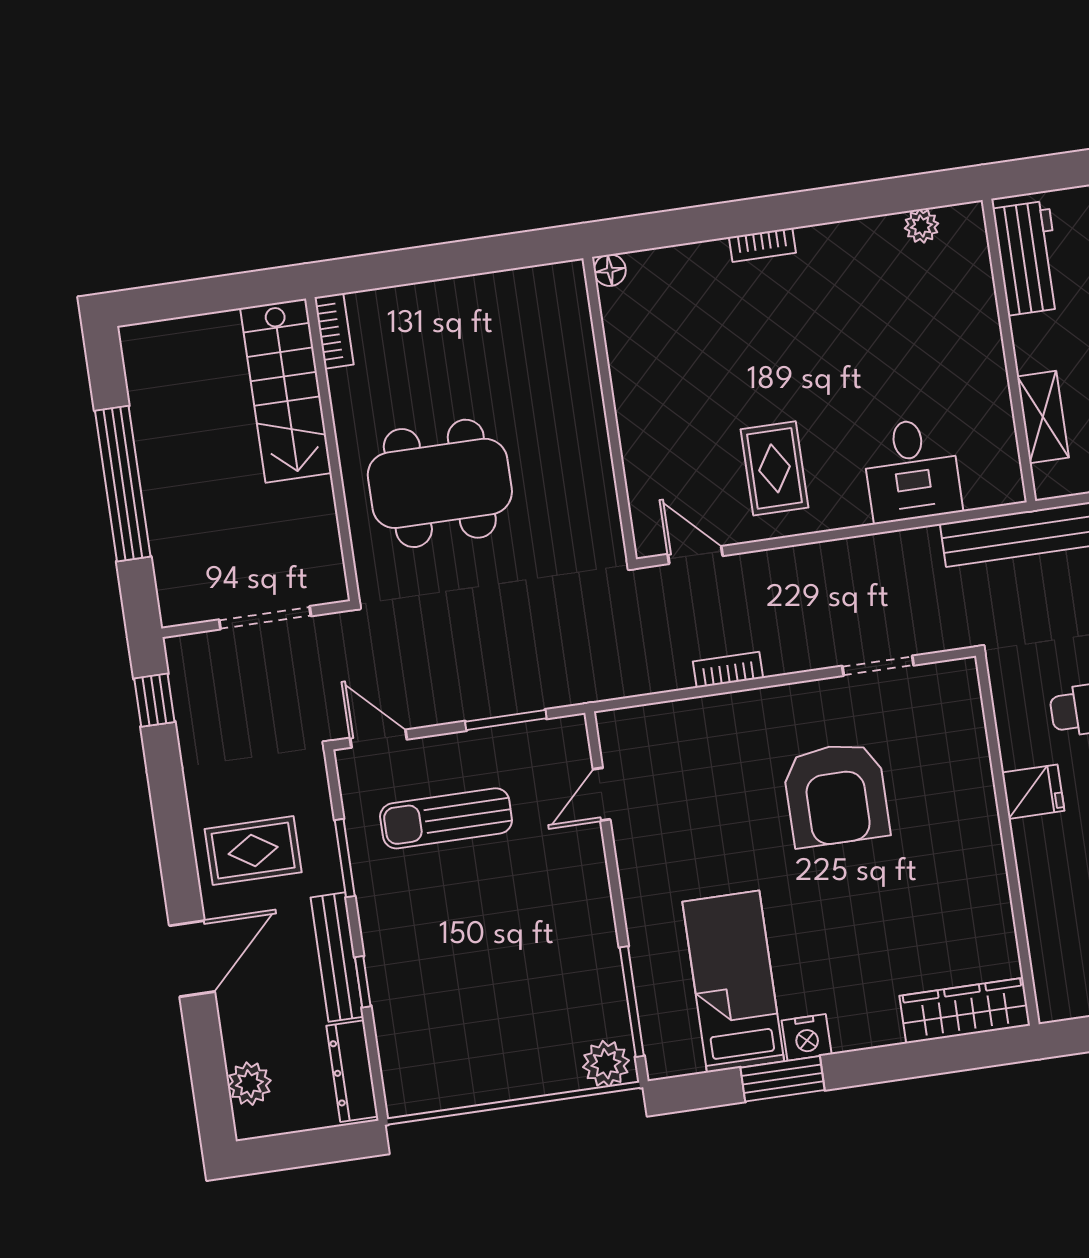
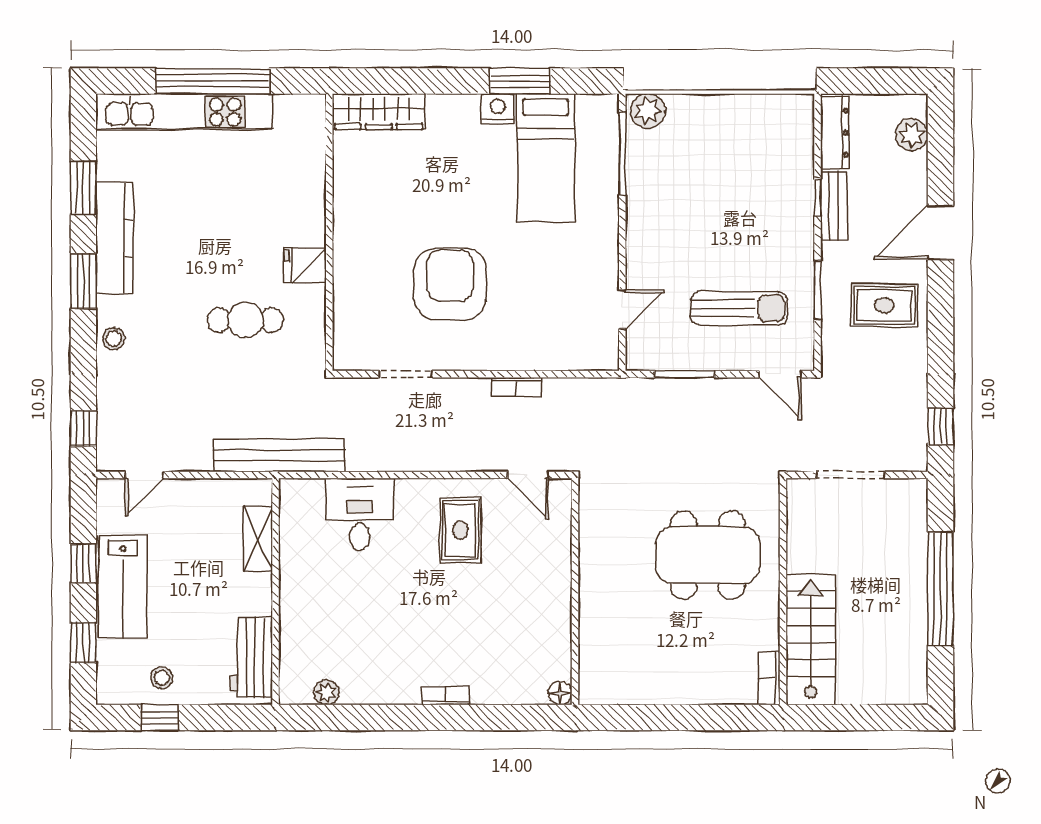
bench: (337, 957) -> (834, 206), width x0.73

